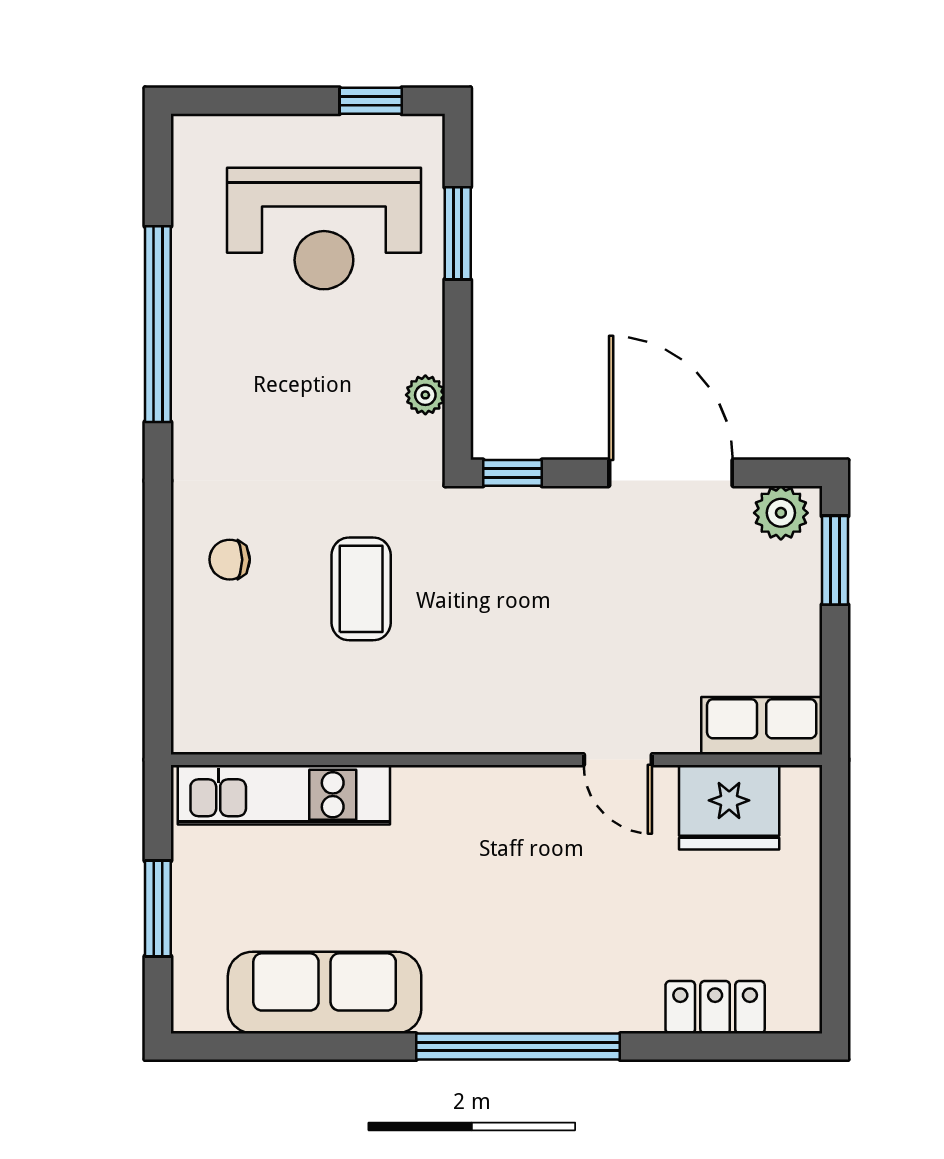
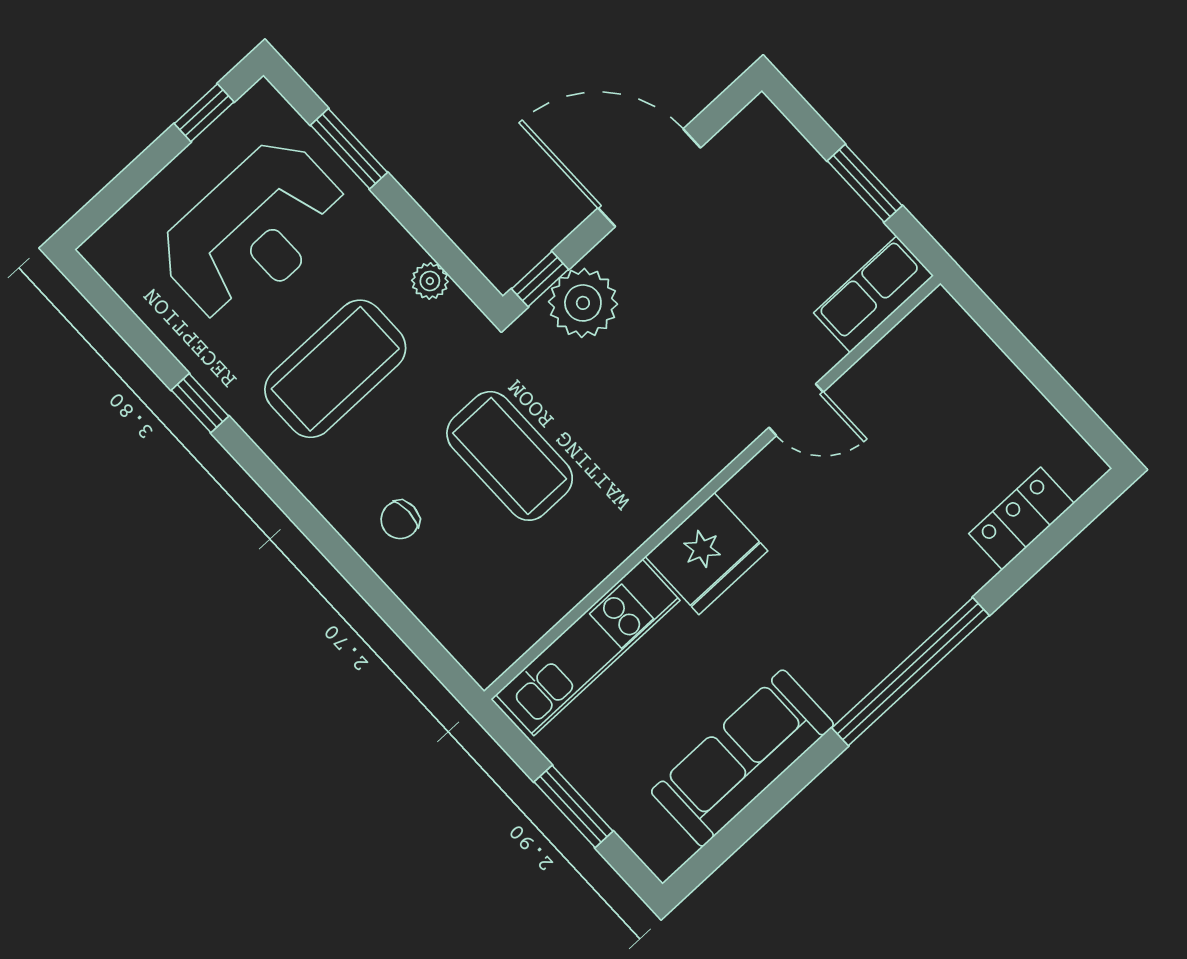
window: (158, 324) -> (200, 403), width x0.32
coffee table: (288, 395) -> (335, 369), added
plant: (781, 513) -> (583, 303), moved, width x1.36, depth x1.36
window: (835, 560) -> (865, 183), moved
coffee table: (361, 589) -> (510, 456), width x1.36, depth x1.32
fridge: (729, 807) -> (706, 554), moved

